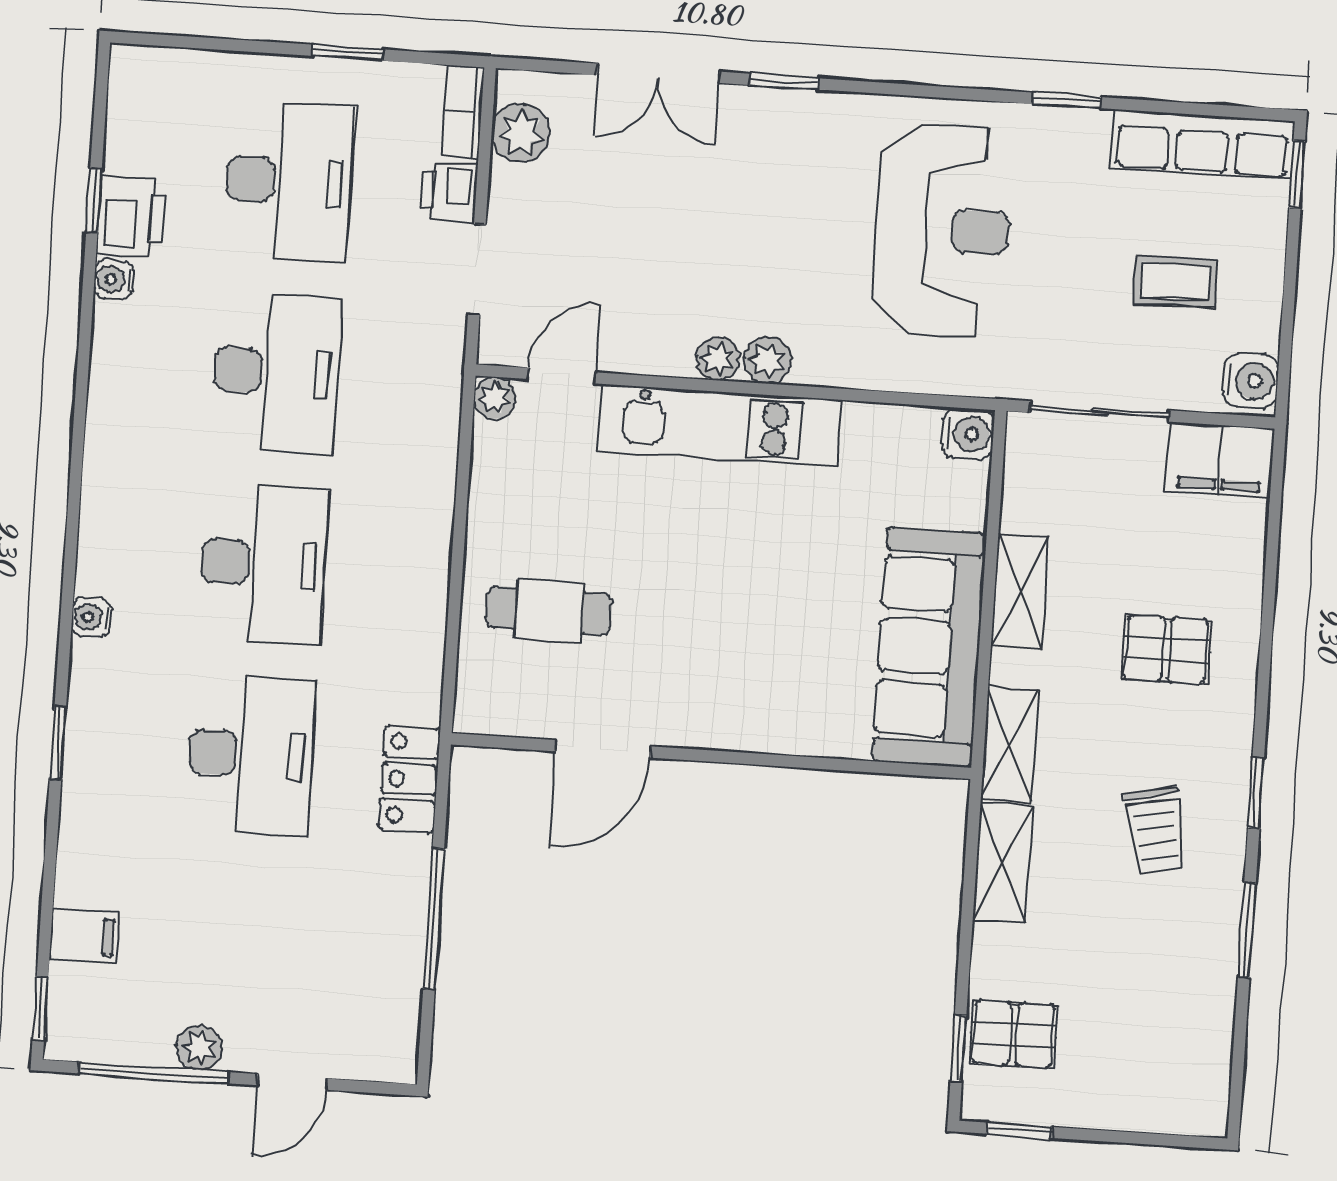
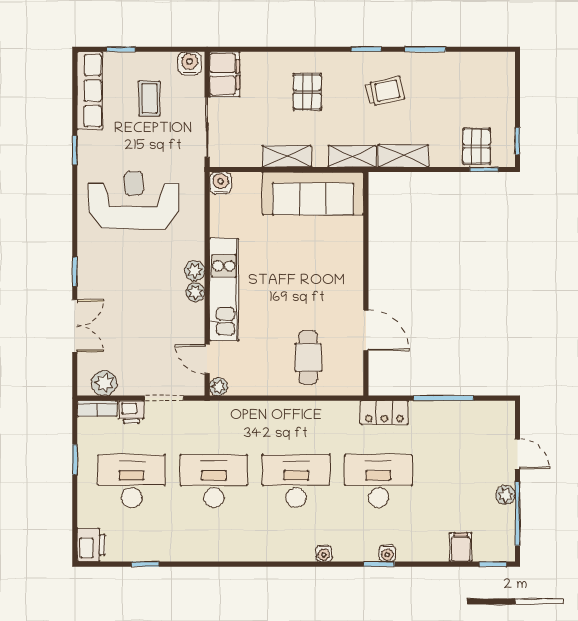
window: (1297, 174) -> (121, 49), moved
printer: (131, 217) -> (91, 545), moved, turned 90
water cooler: (114, 279) -> (387, 553), moved

